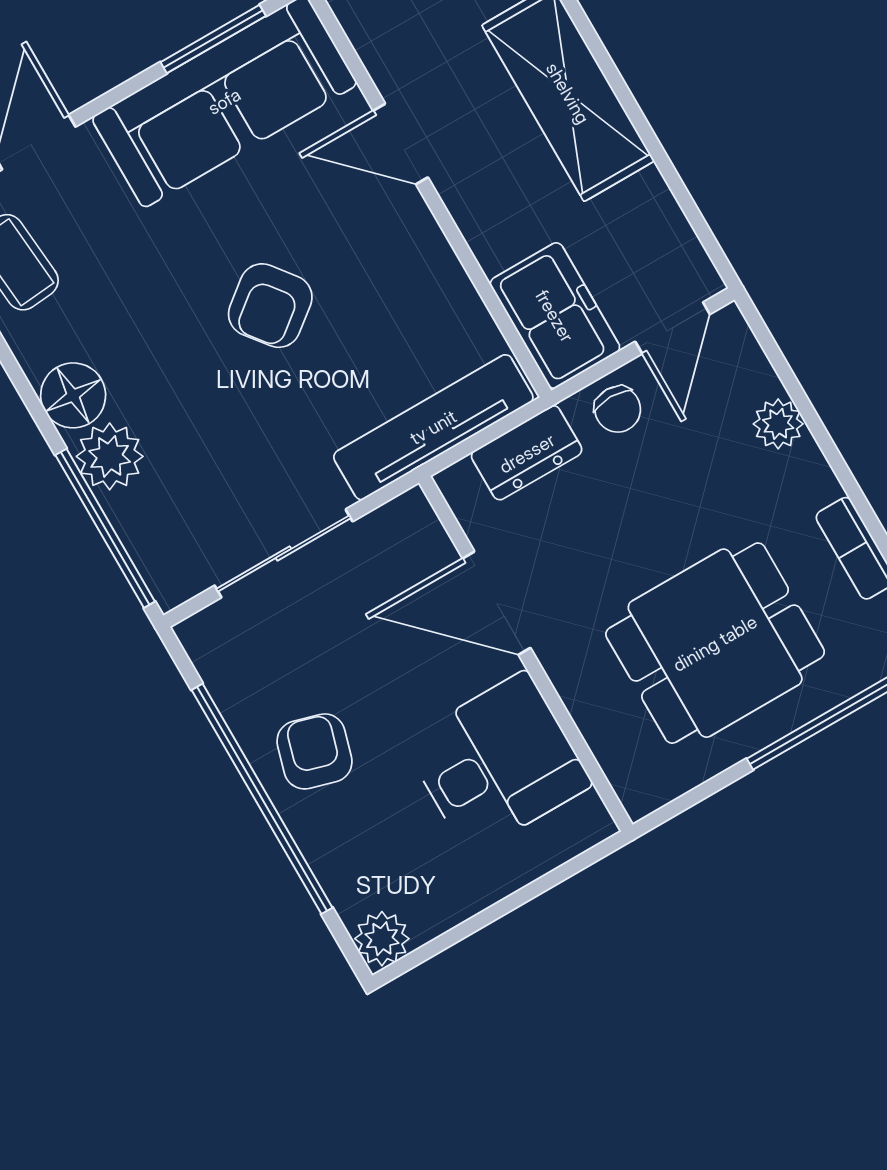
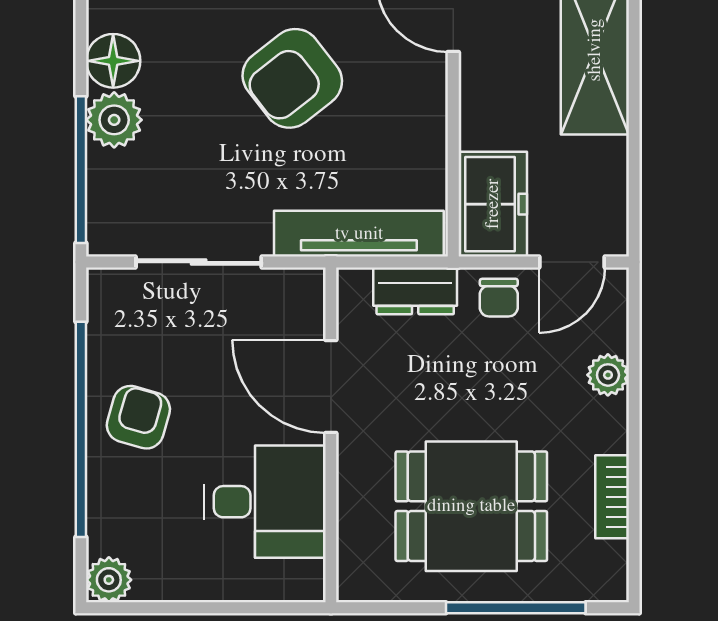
armchair: (270, 306) -> (292, 78), width x1.38, depth x1.38

